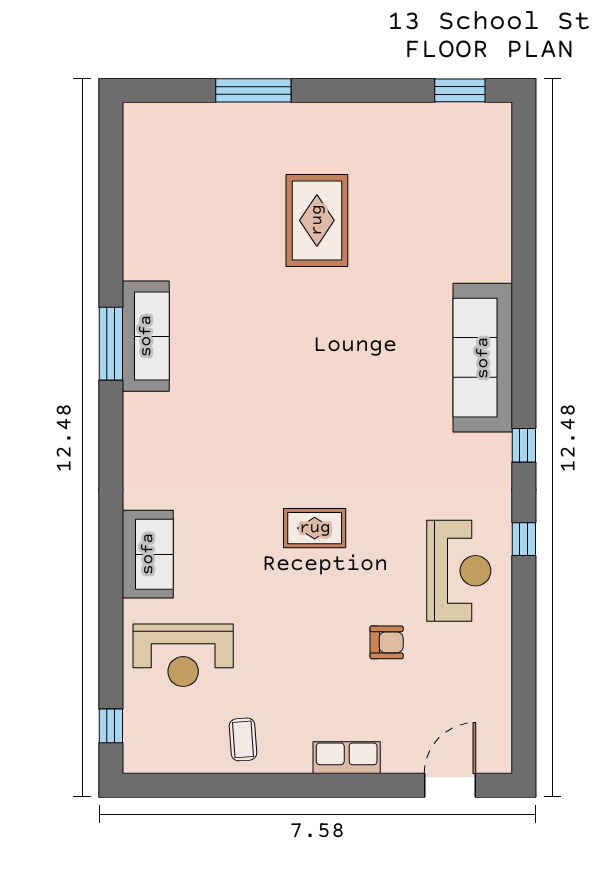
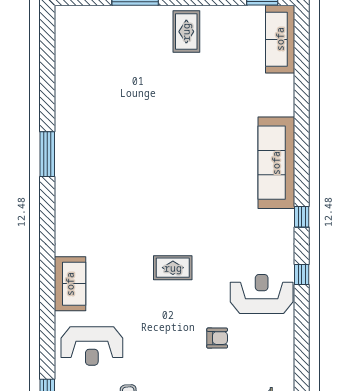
rug: (317, 220) -> (186, 32), moved, width x0.73, depth x0.70
sofa: (146, 336) -> (280, 39), moved, turned 180
reception desk: (459, 571) -> (262, 294), turned -90

